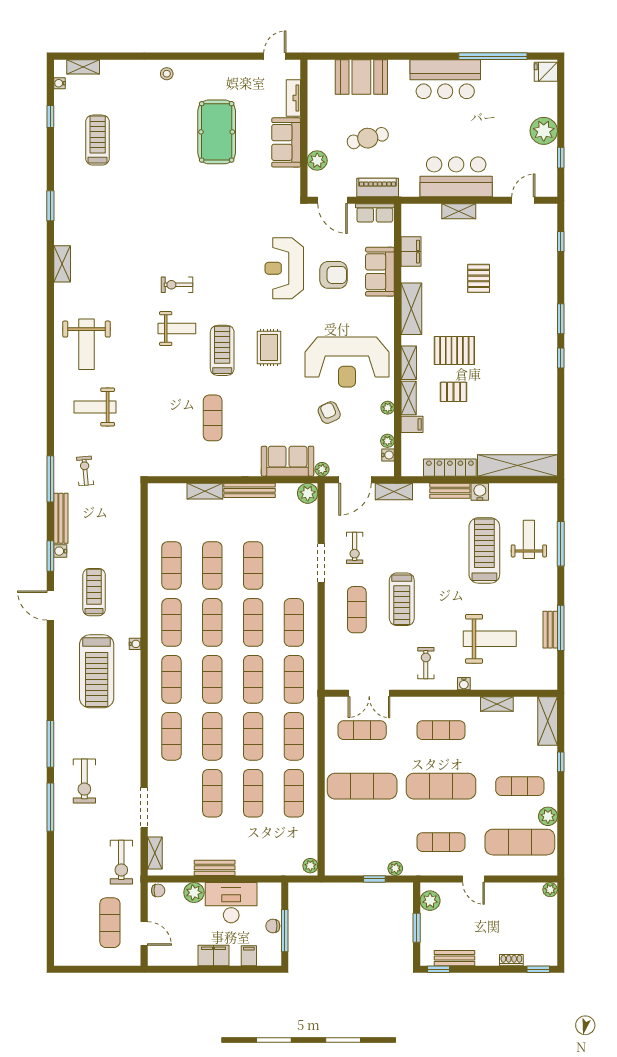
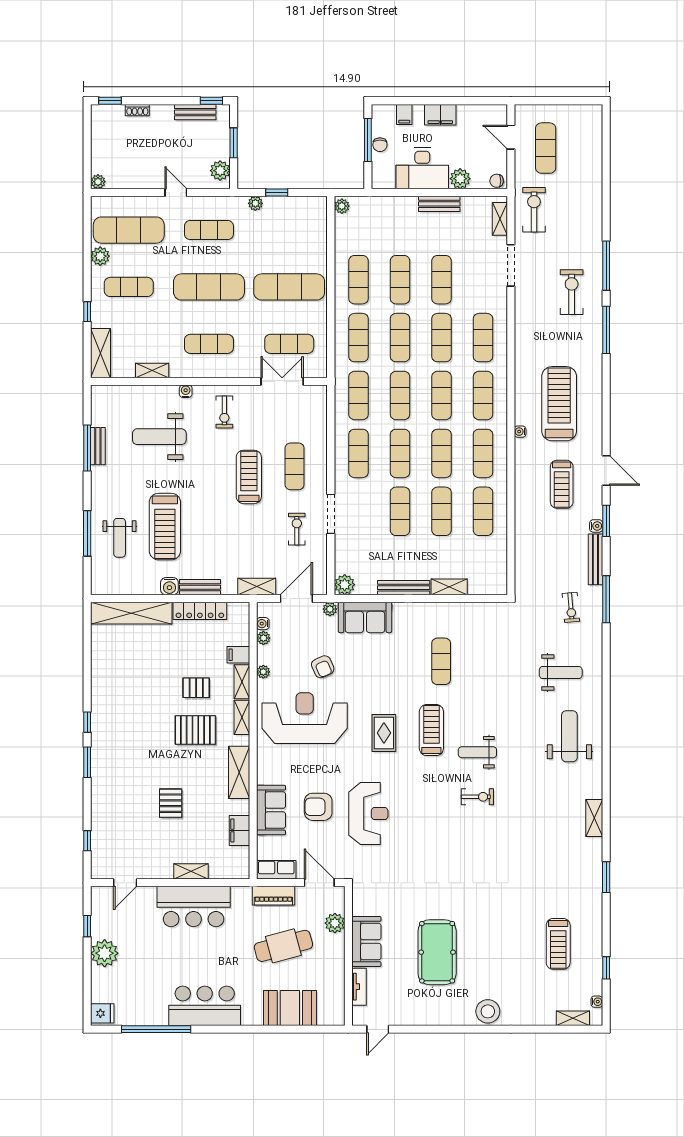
stool: (167, 74) -> (488, 1011), width x1.89, depth x1.89
cafe table: (368, 138) -> (283, 946), width x1.37, depth x1.35
treadmill: (222, 350) -> (431, 730), turned 180
chair: (273, 926) -> (380, 145), turned 90

